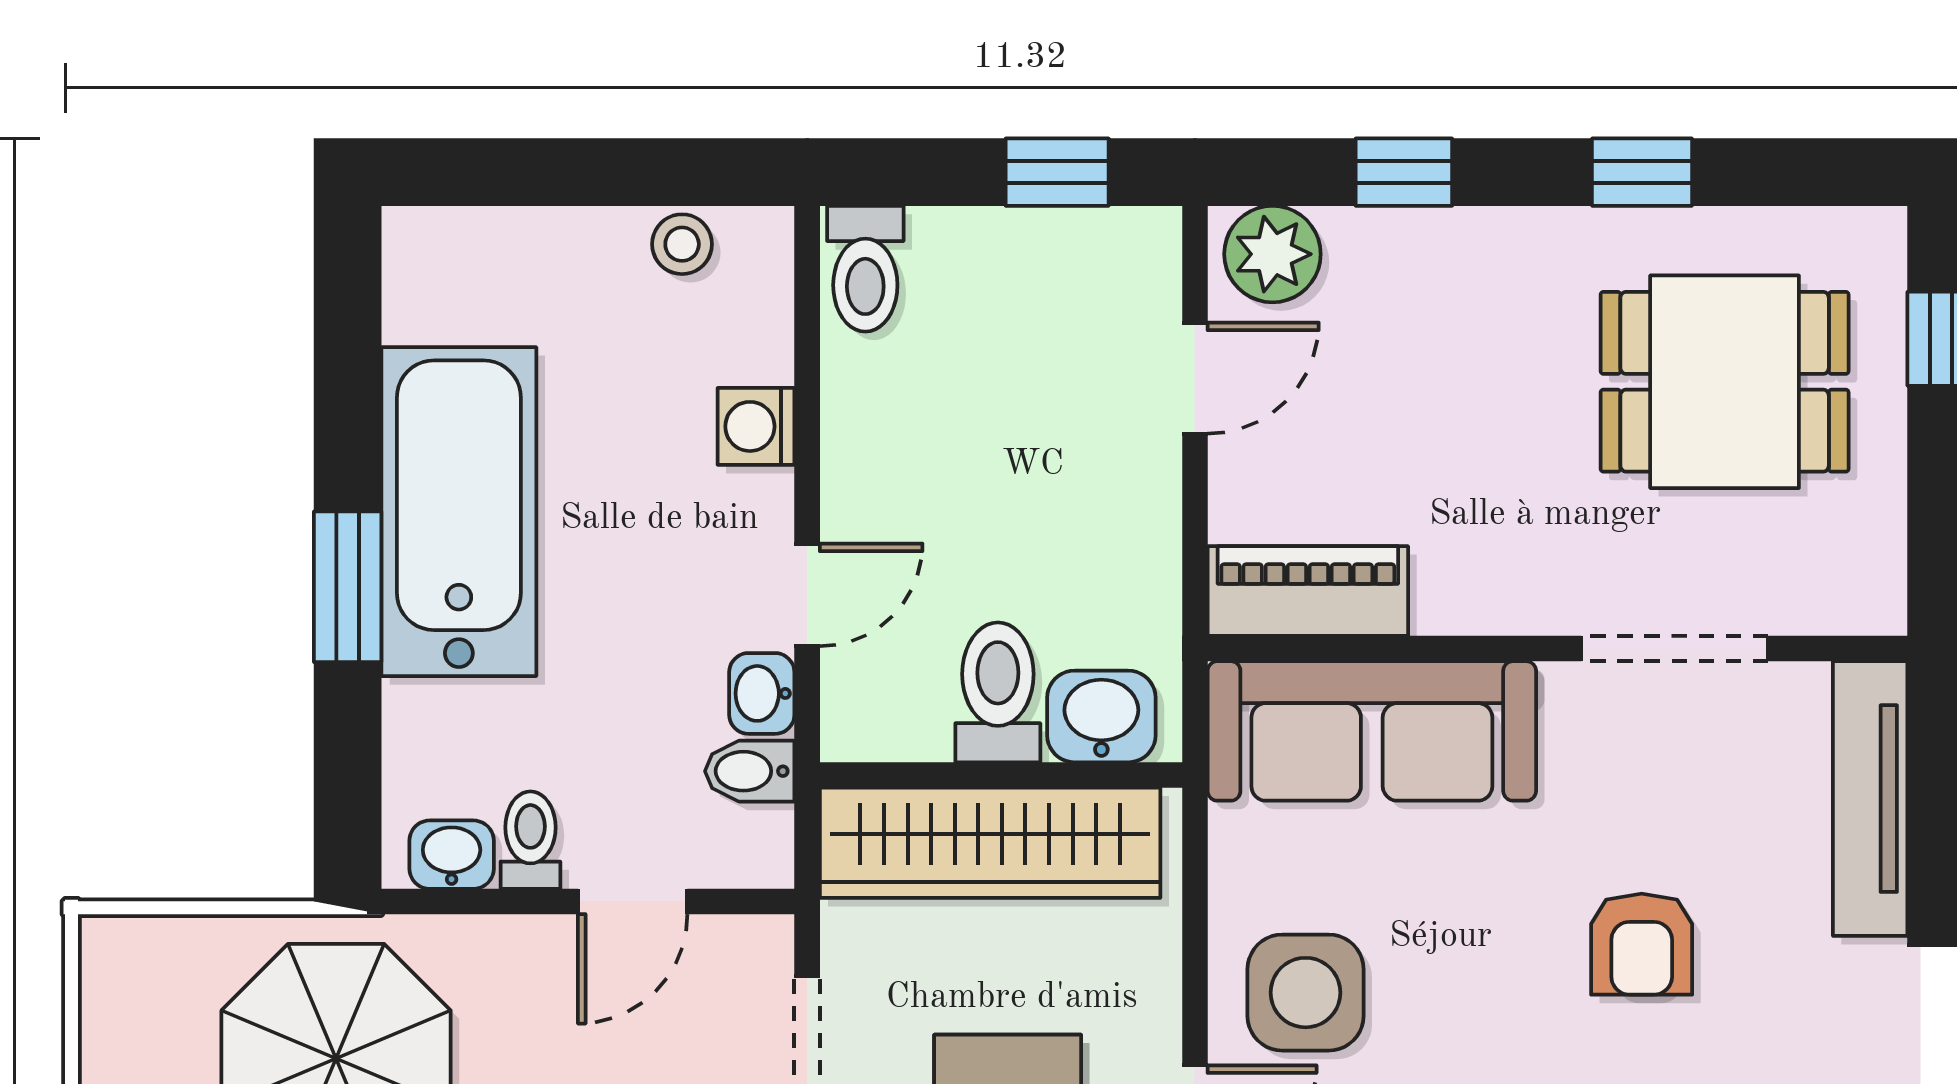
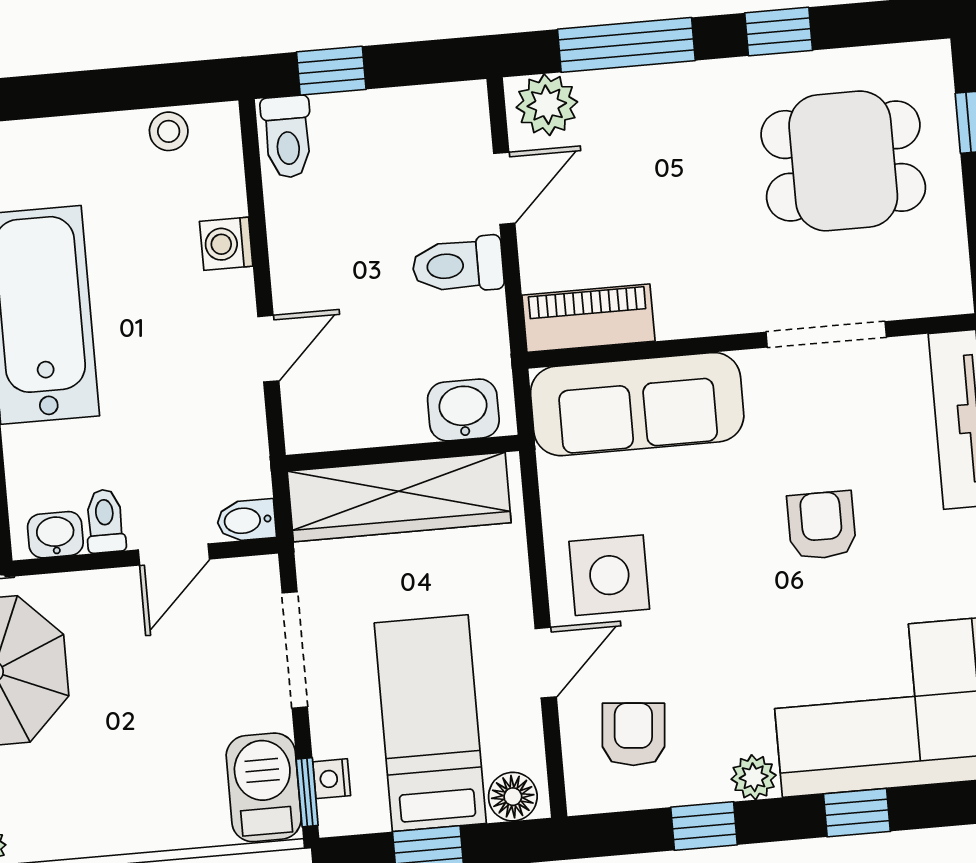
window: (1057, 172) -> (331, 71), moved
window: (1404, 172) -> (626, 45), width x2.17
toilet: (998, 692) -> (458, 265), moved, turned -90
washbasin: (762, 693) -> (245, 414), removed
bidet: (750, 771) -> (246, 520), moved
armchair: (1642, 944) -> (822, 525), turned 180

